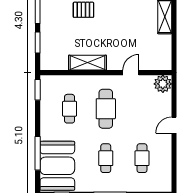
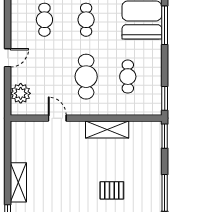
window: (38, 42) -> (165, 136), moved
door: (131, 73) -> (57, 118), swing flipped
plant: (163, 84) -> (21, 93), moved

